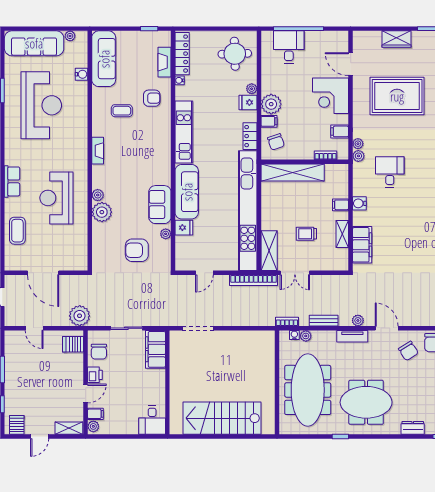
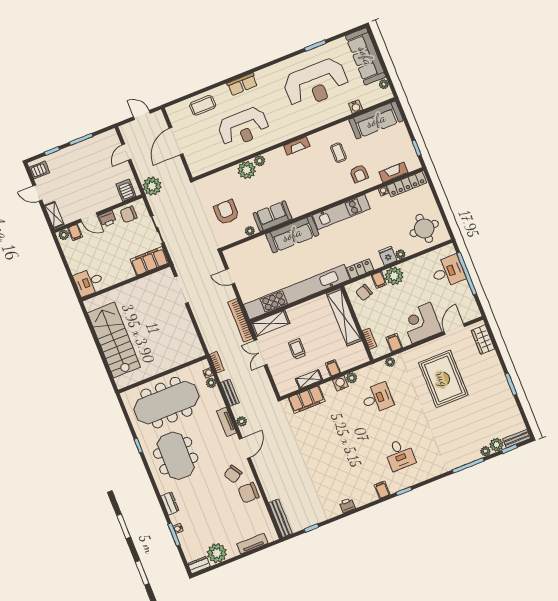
wardrobe: (397, 39) -> (483, 340), moved
plant: (358, 156) -> (352, 378), moved
reception desk: (56, 198) -> (243, 127), turned 180
fridge: (184, 228) -> (261, 244), removed

